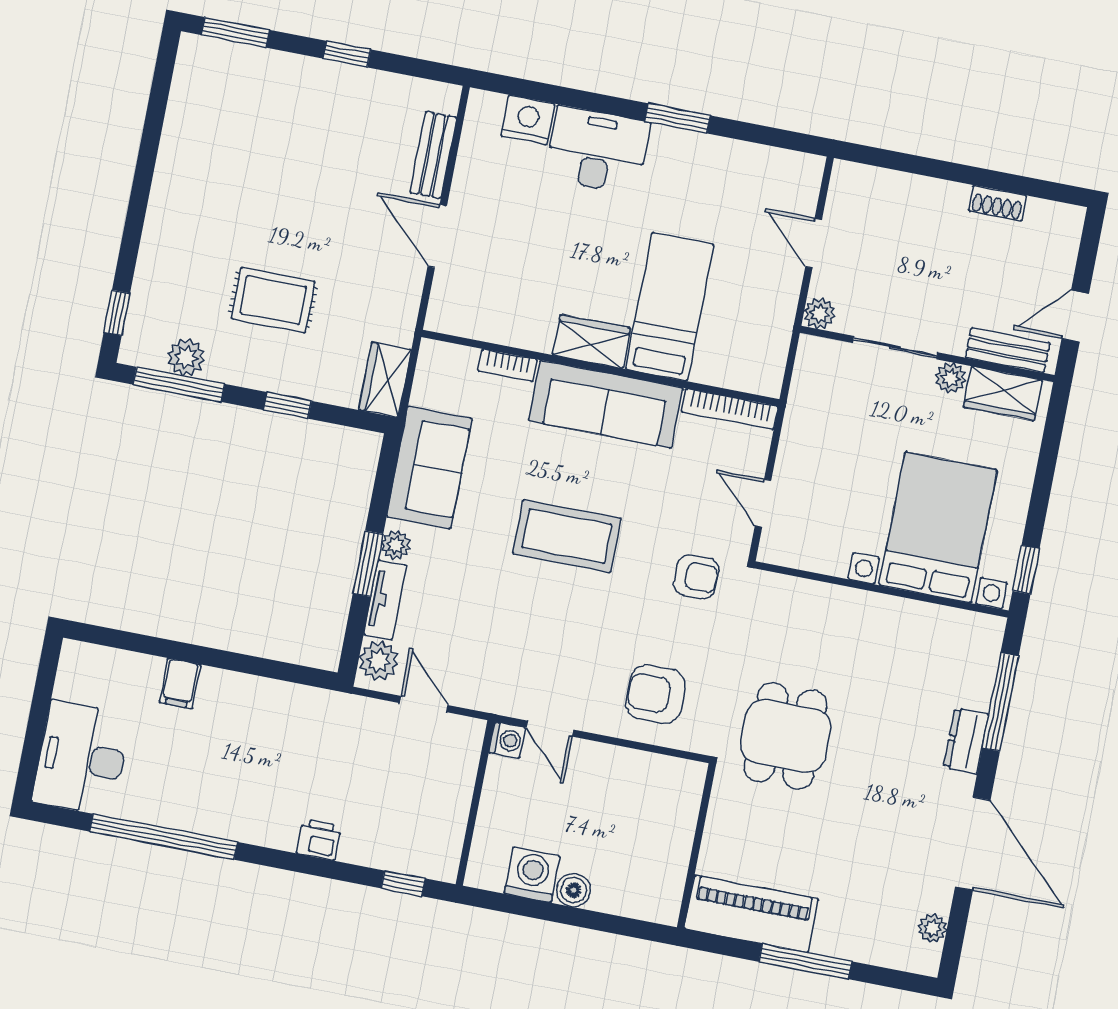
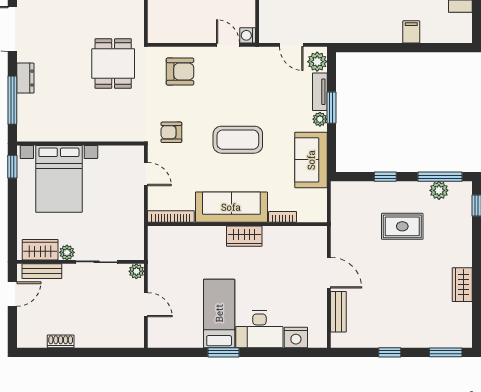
bed: (670, 307) -> (219, 313), moved, turned 180
wardrobe: (385, 380) -> (462, 285), moved, turned 180

